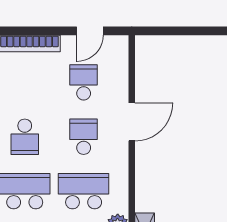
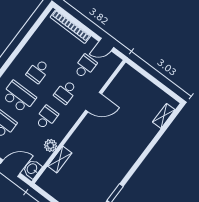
school desk: (84, 137) -> (66, 92), turned 180
school desk: (84, 191) -> (46, 118), width x0.54

